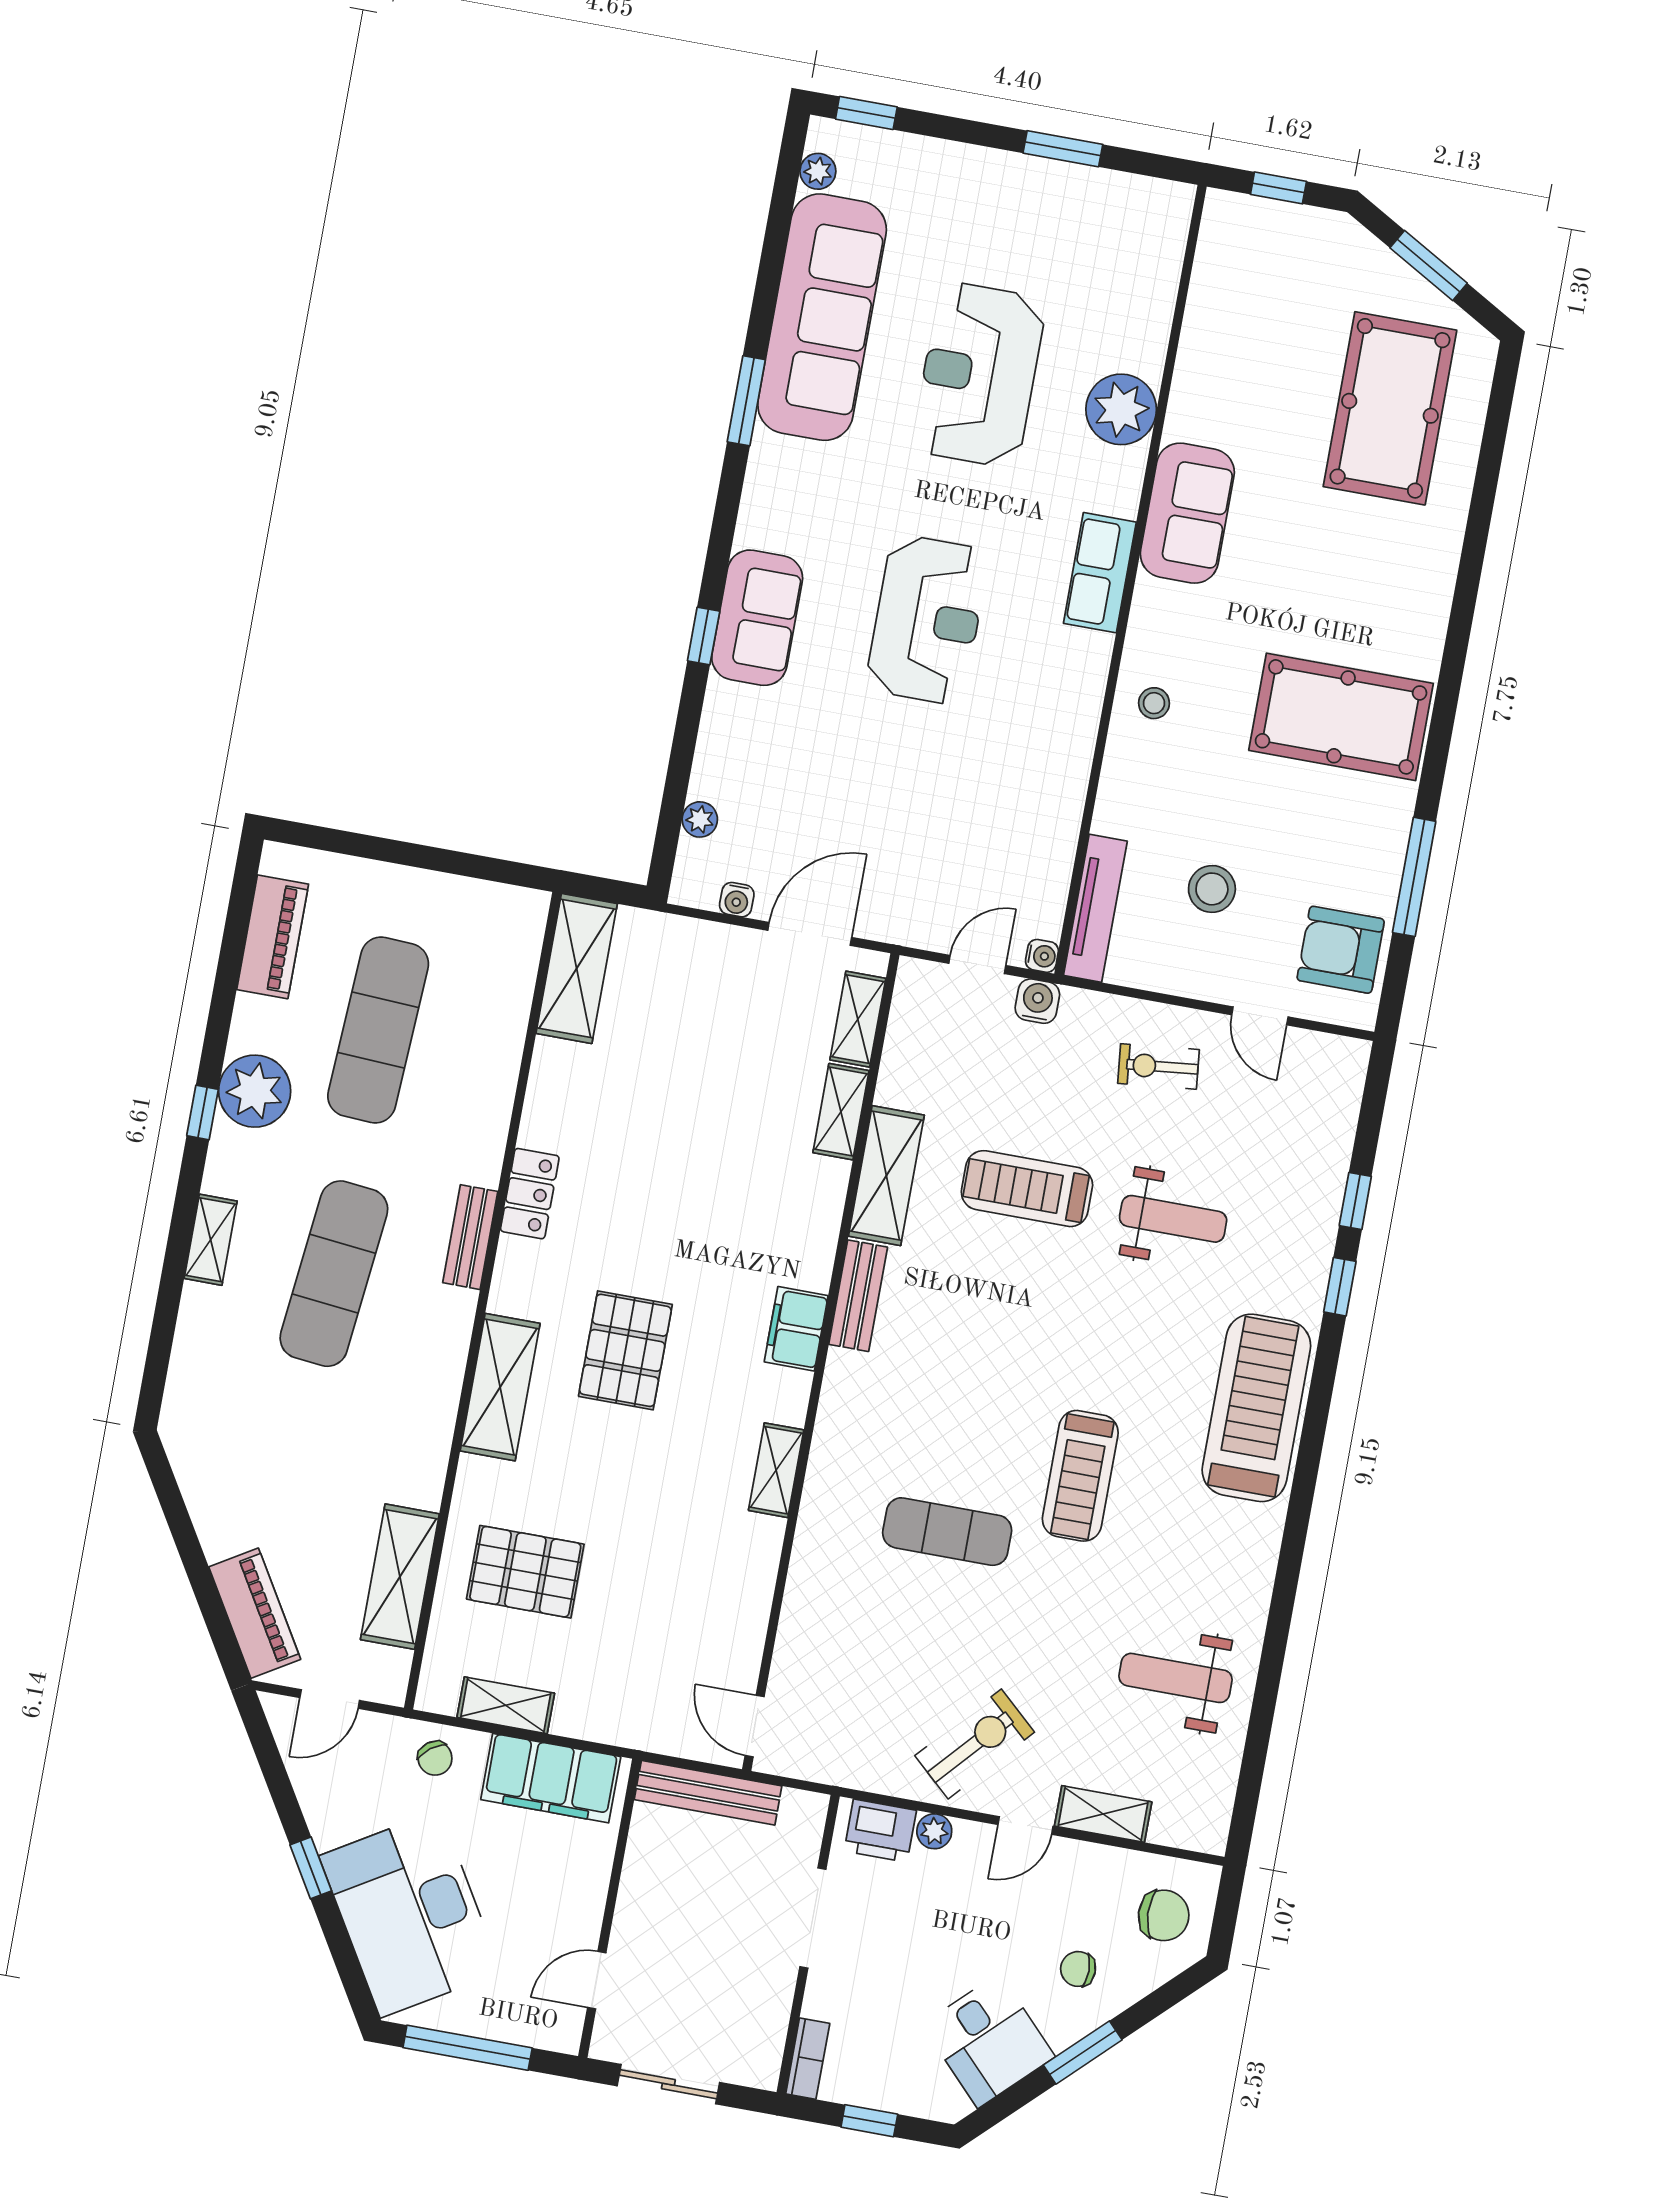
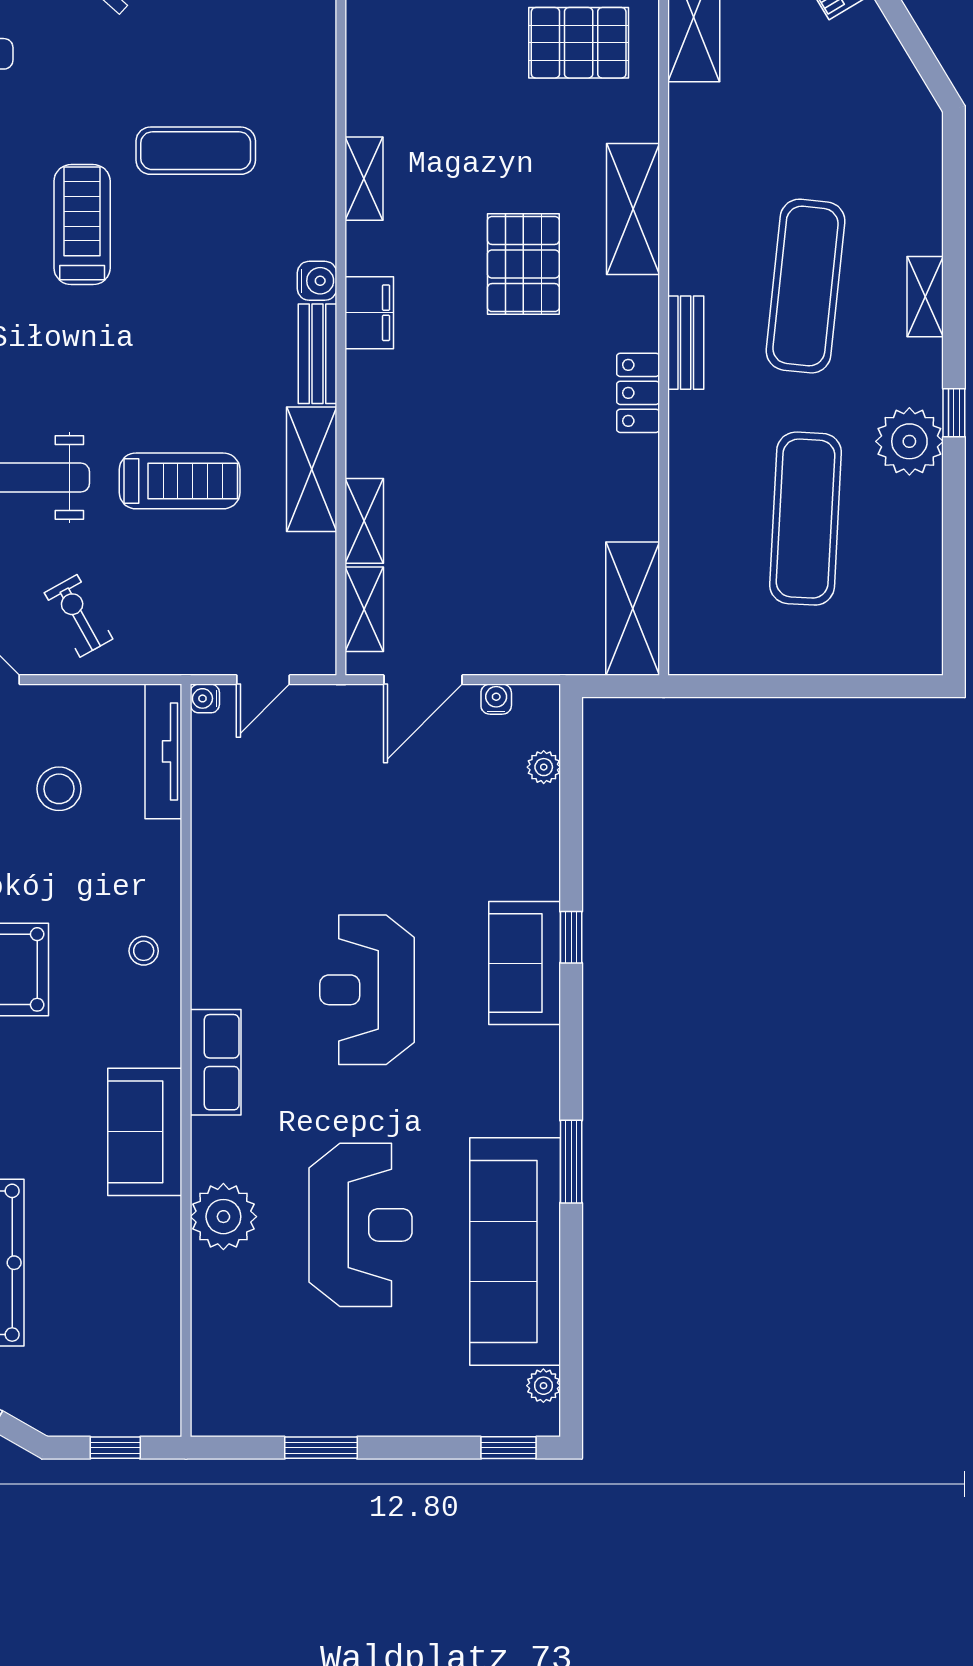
piano: (273, 937) -> (919, 587), removed
water cooler: (1037, 1001) -> (317, 281), moved, turned -90
exercise bike: (1158, 1066) -> (79, 616), turned -113

